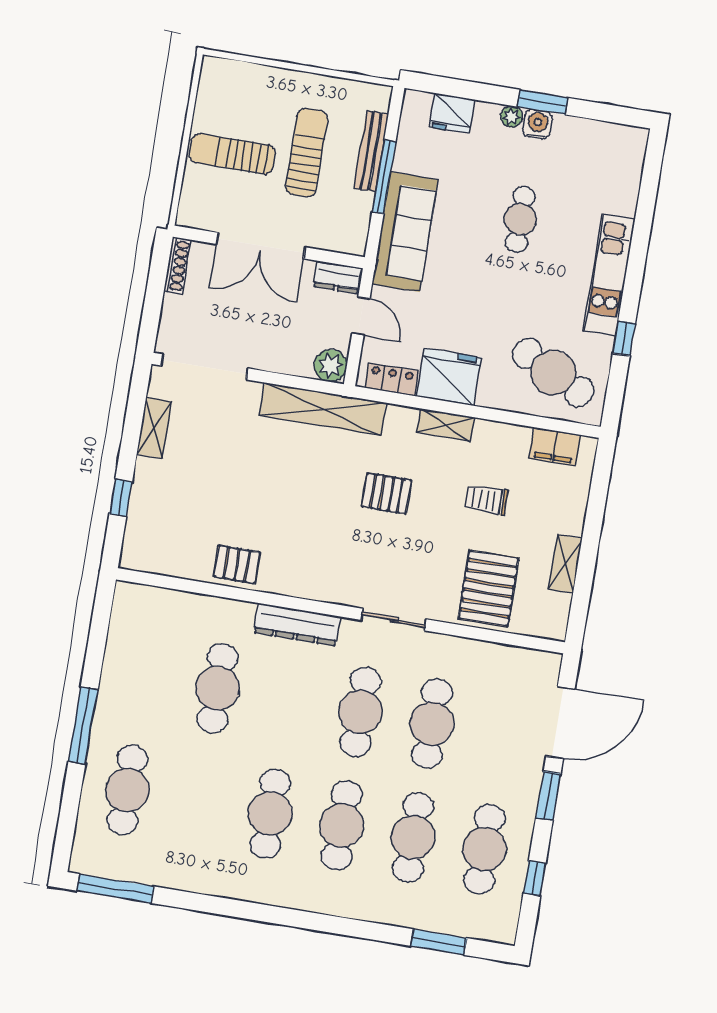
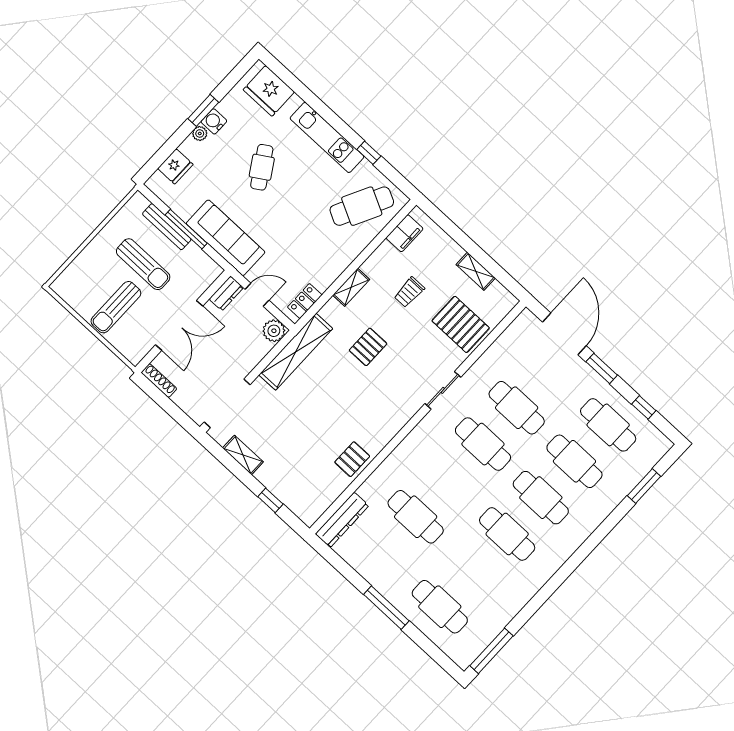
sun lounger: (307, 153) -> (143, 264), turned 180
cafe table: (520, 219) -> (262, 167), turned 58
fridge: (449, 377) -> (269, 91), moved, turned -90
dresser: (297, 624) -> (342, 520), moved

